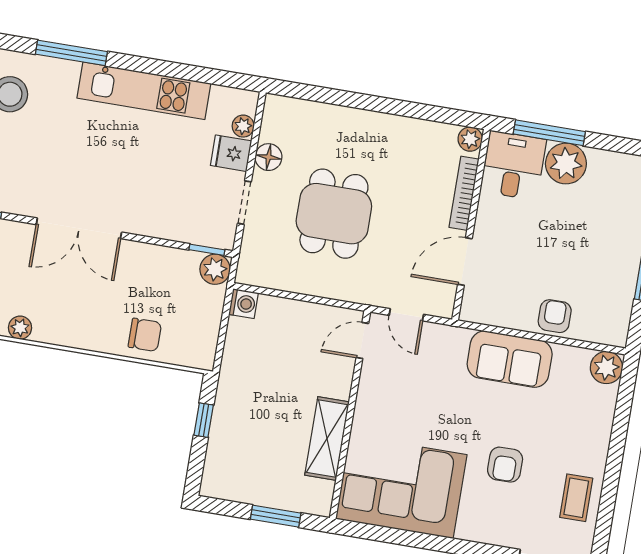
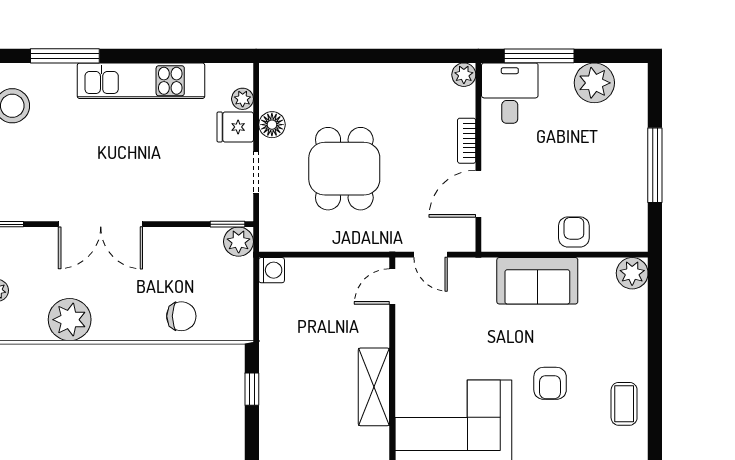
plant: (566, 164) -> (594, 83), moved
bookcase: (464, 193) -> (467, 141), width x0.64
plant: (20, 328) -> (70, 320), width x1.87, depth x1.87

